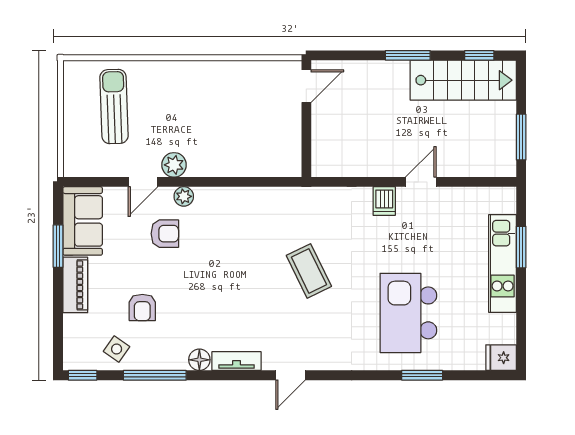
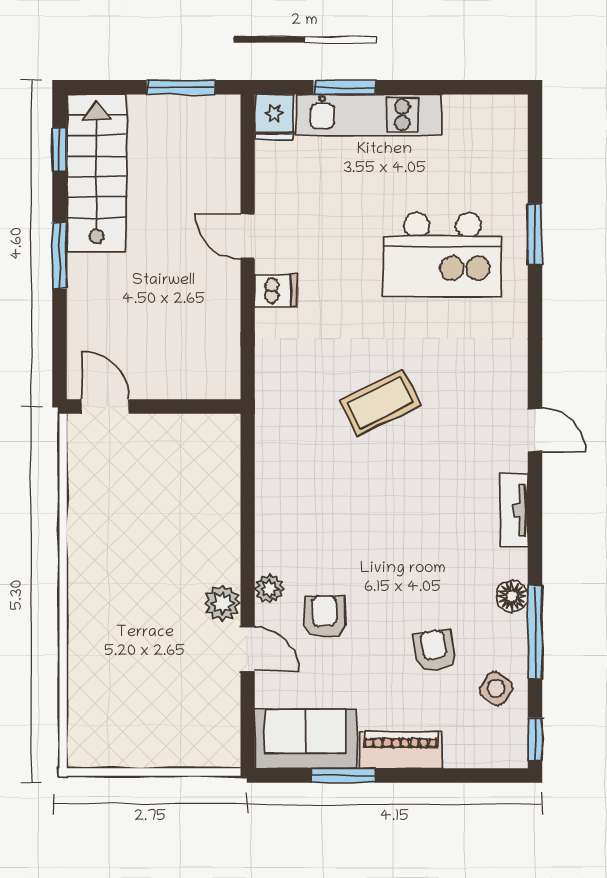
sun lounger: (114, 107) -> (136, 692), removed
armchair: (142, 307) -> (434, 650), turned -99
fridge: (501, 358) -> (274, 117), moved
floor lamp: (199, 360) -> (512, 596), moved

